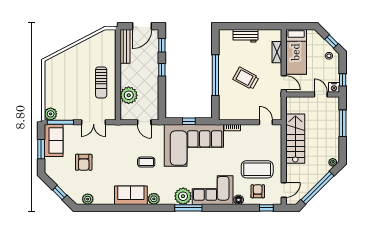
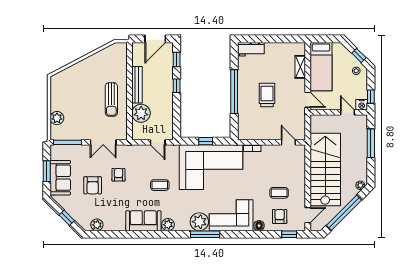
workbench: (245, 36) -> (251, 49), moved
bench: (125, 46) -> (137, 85), moved
trolley: (246, 78) -> (267, 95), turned 61
plant: (51, 114) -> (57, 118), moved
stairs: (295, 139) -> (325, 170), width x1.36, depth x1.51
sofa: (54, 141) -> (60, 178), moved
armchair: (108, 153) -> (118, 175), added
coffee table: (257, 169) -> (279, 193), width x0.54, depth x0.58

